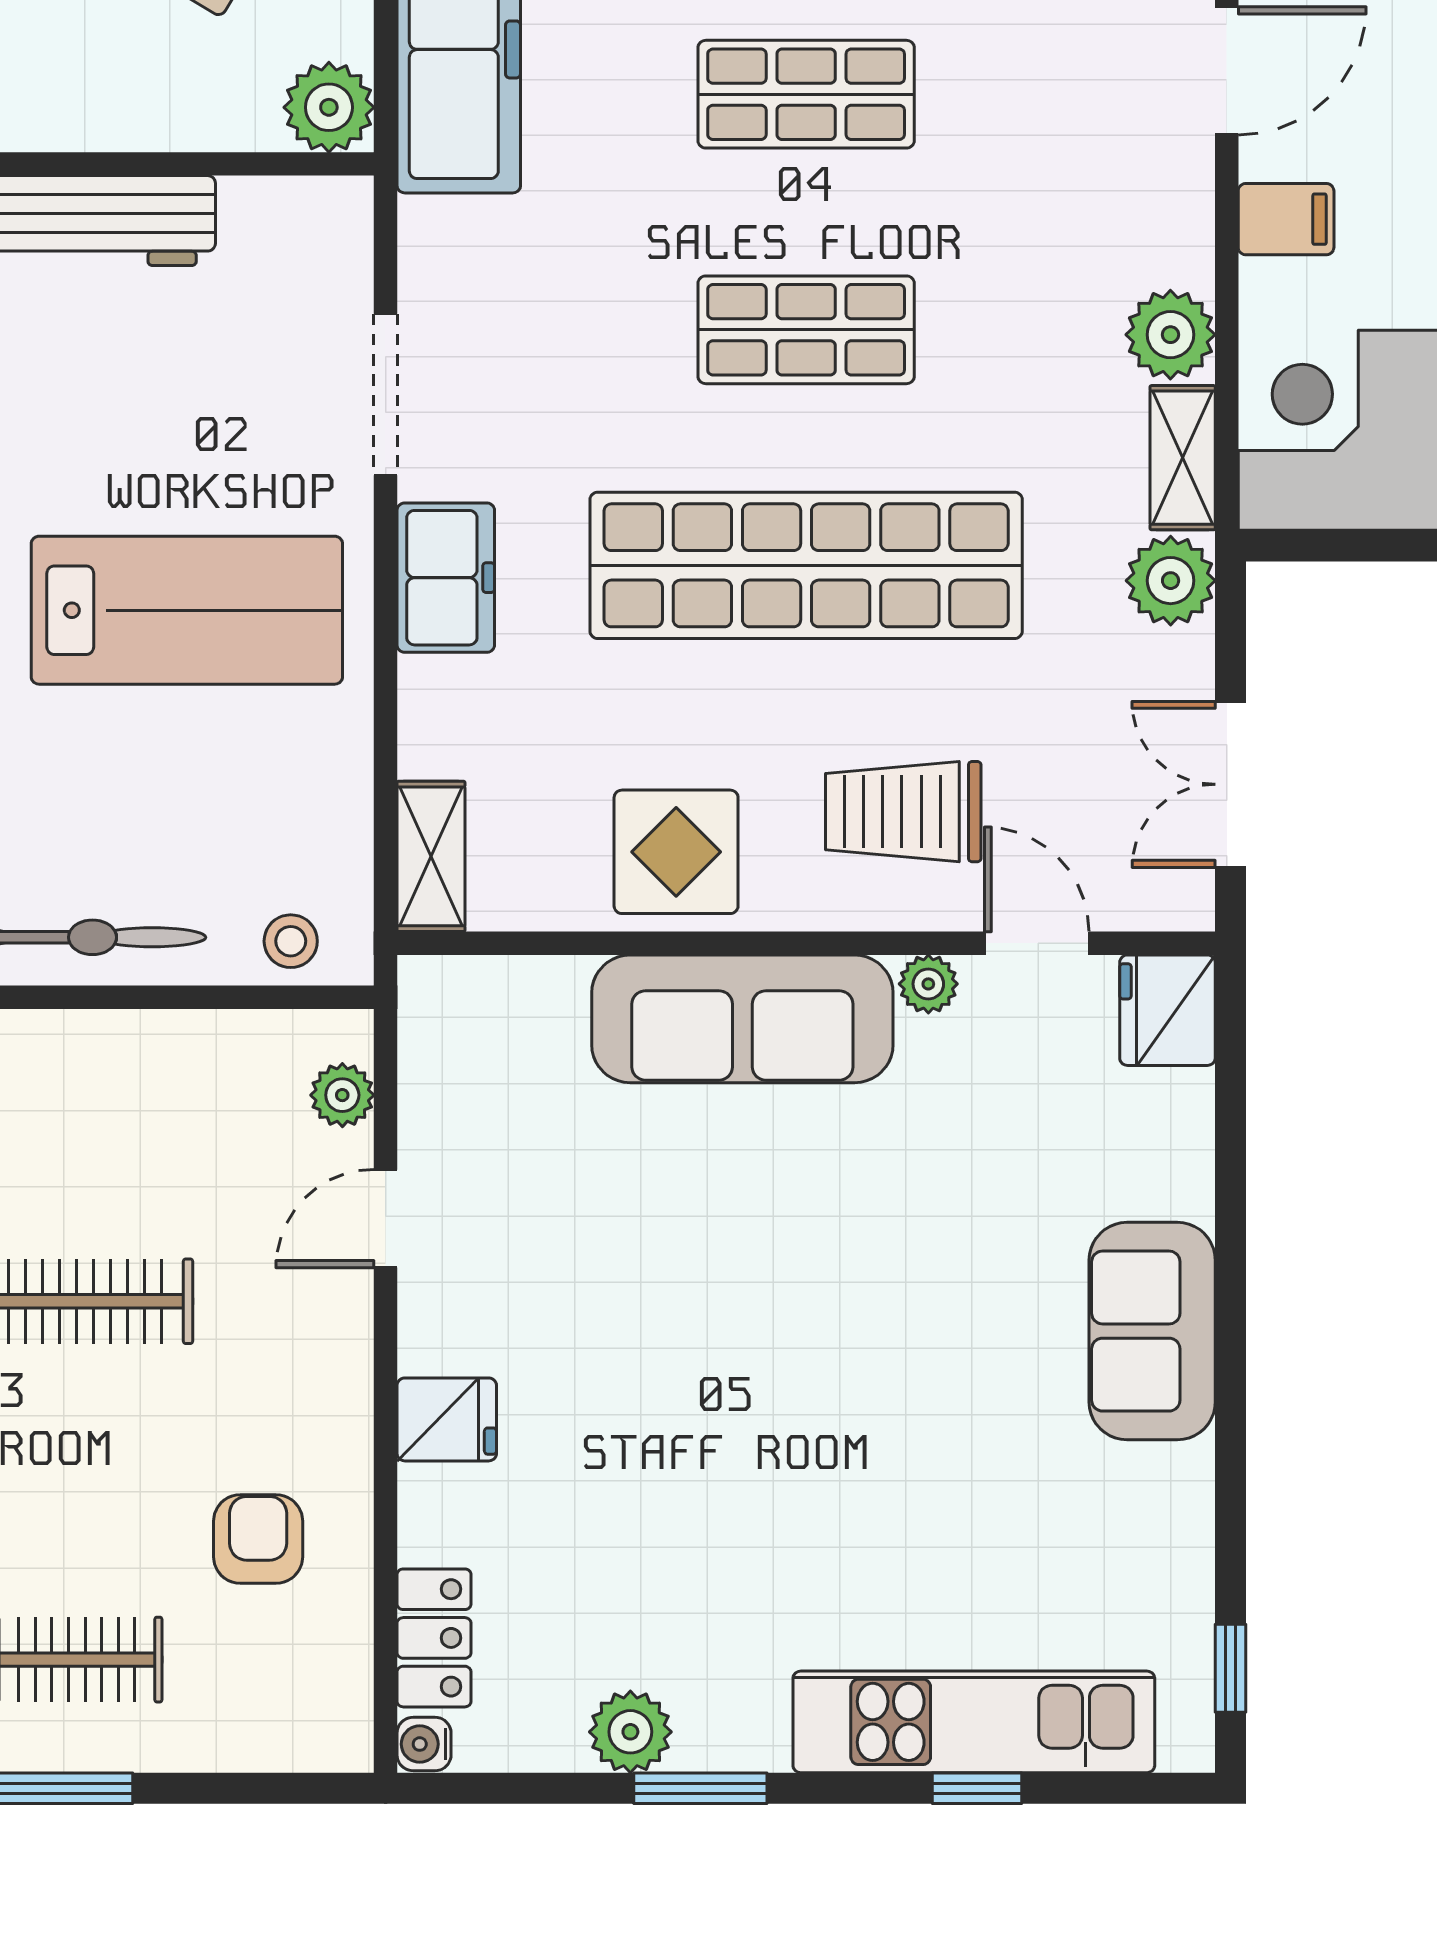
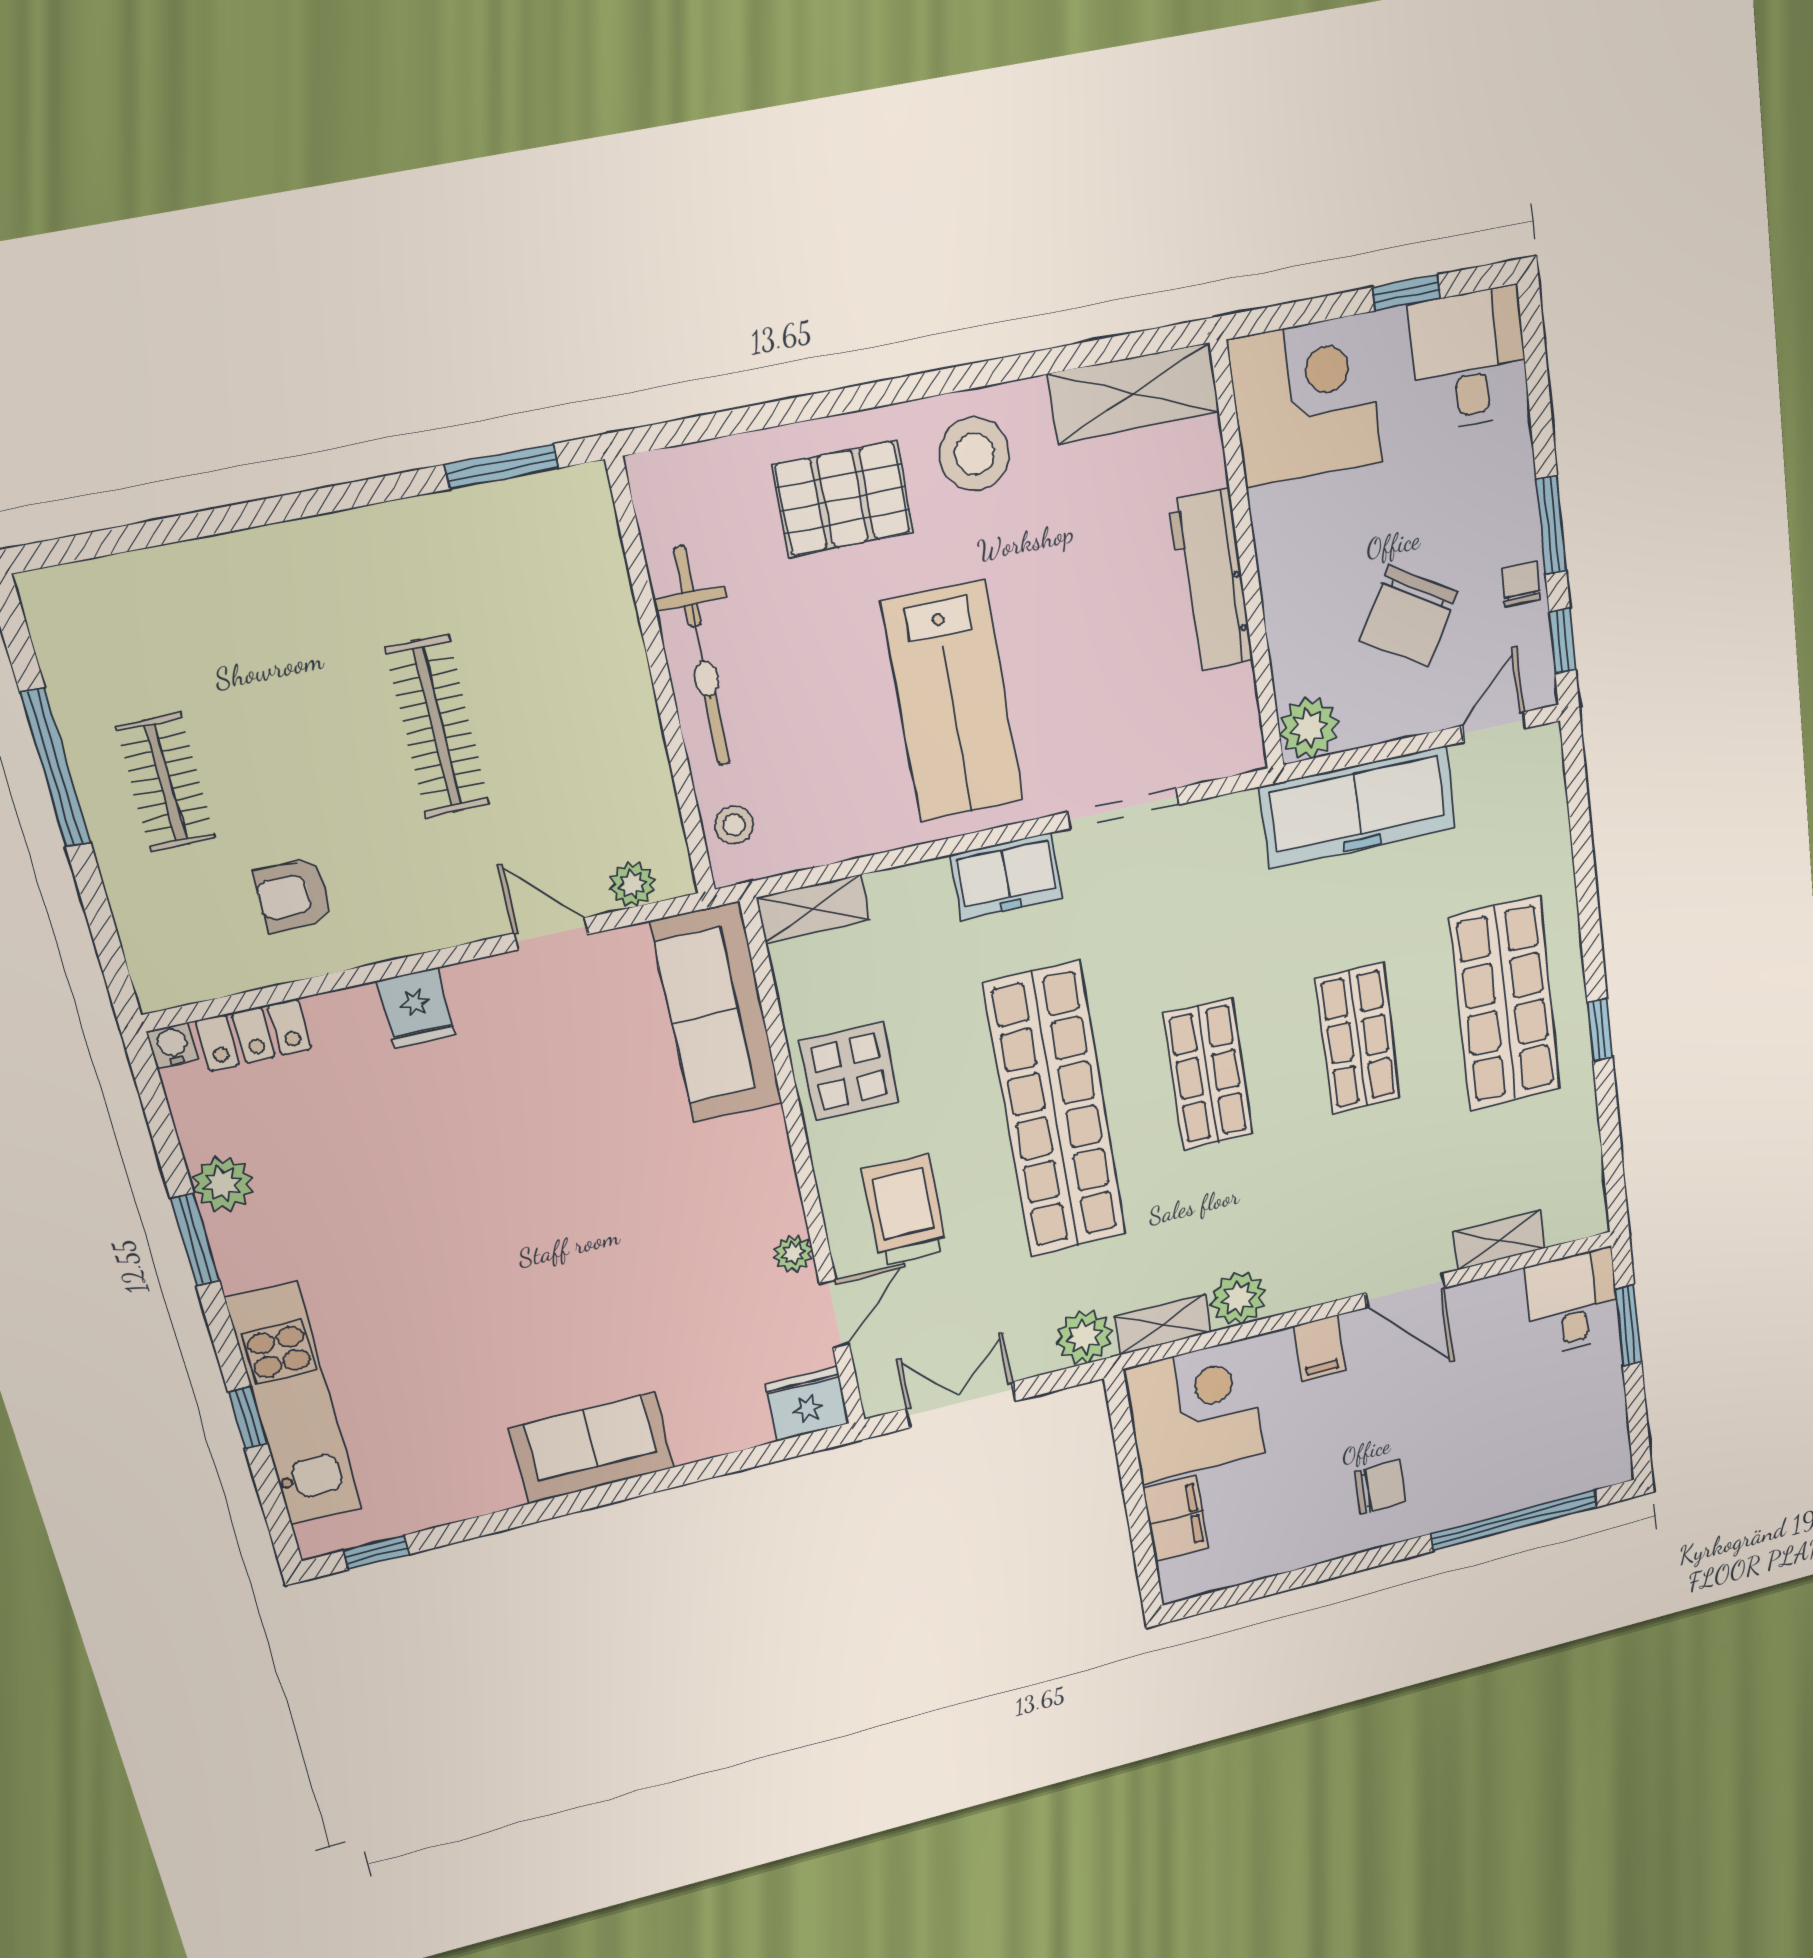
sofa: (742, 1019) -> (717, 1013), moved
armchair: (258, 1539) -> (293, 895), turned 180

